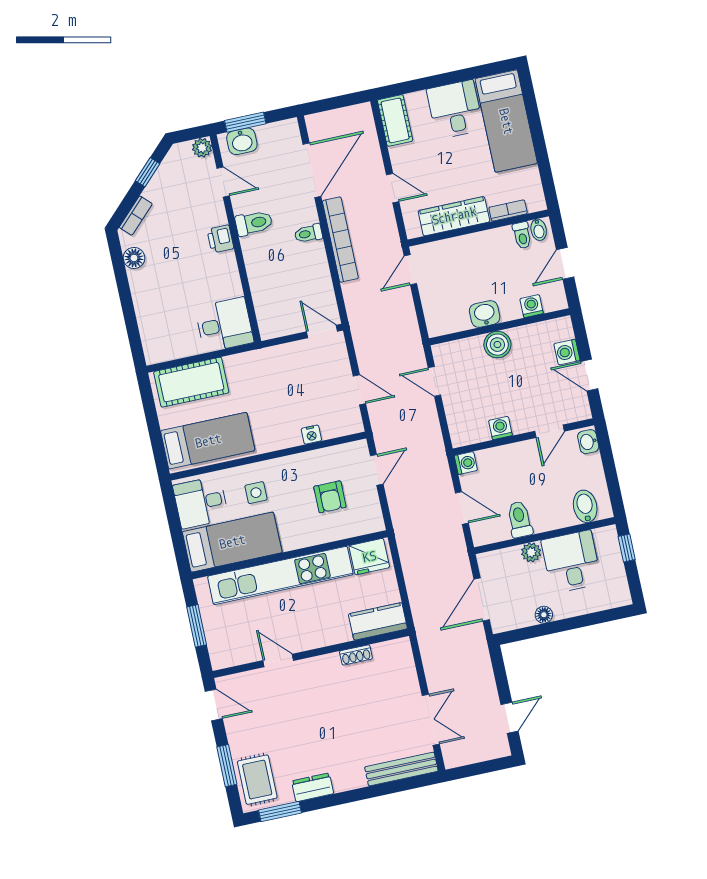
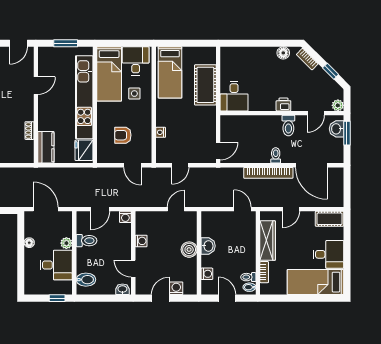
cot: (191, 382) -> (205, 85), moved

